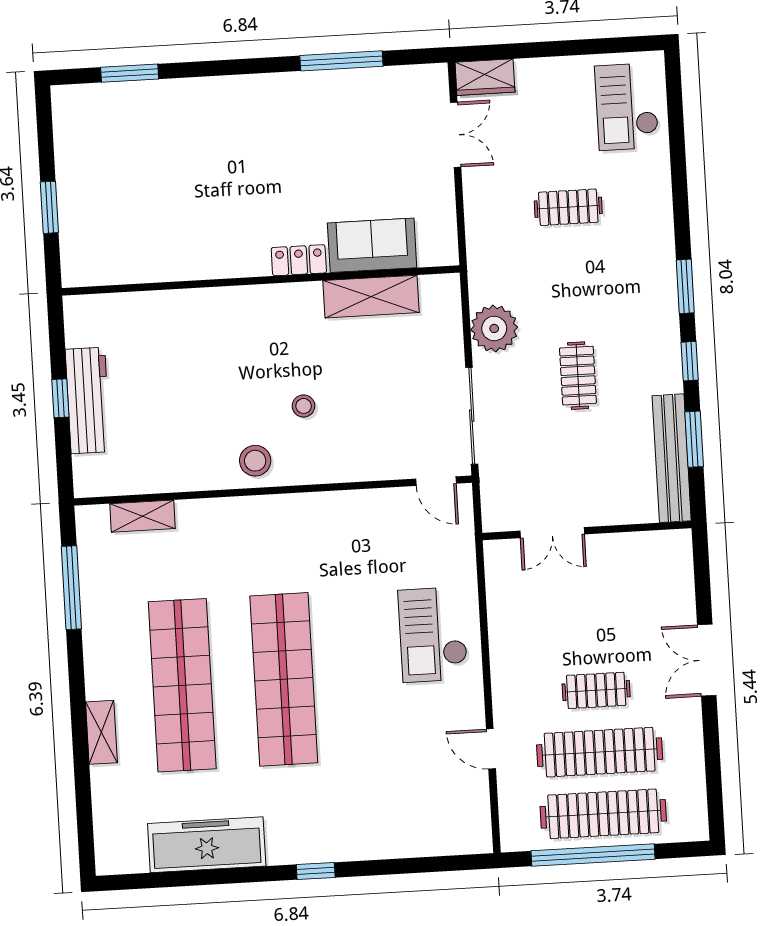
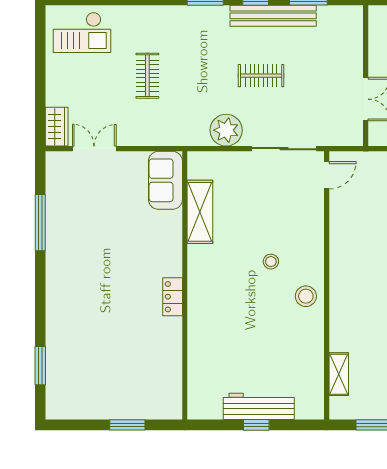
sofa: (372, 245) -> (165, 180), moved
locker: (299, 260) -> (173, 297), moved
bench: (672, 458) -> (273, 16), moved

